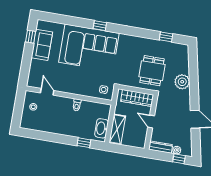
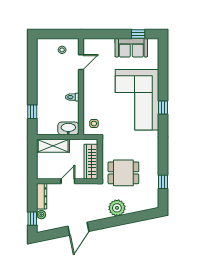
washbasin: (102, 128) -> (68, 128), moved

